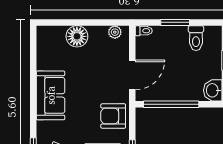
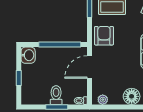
toilet: (196, 38) -> (56, 95), moved
armchair: (113, 116) -> (104, 36), turned -90

